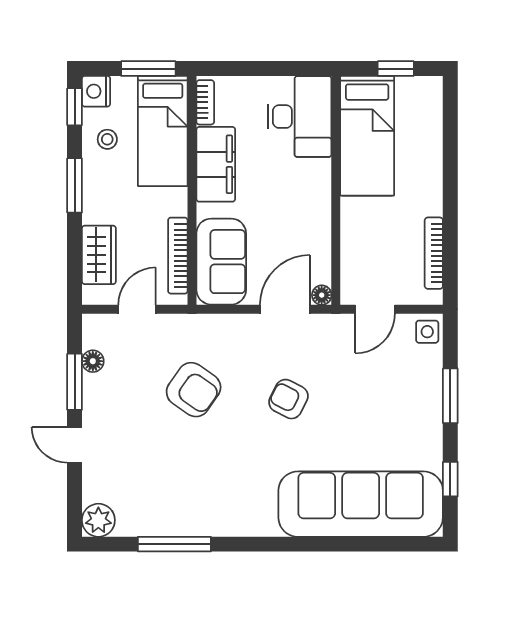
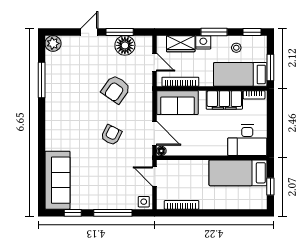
nightstand: (96, 91) -> (203, 42), moved
floor lamp: (93, 361) -> (125, 45), width x1.89, depth x1.89
window: (450, 396) -> (113, 213), width x1.44
sofa: (361, 504) -> (57, 180), width x0.74, depth x0.79

